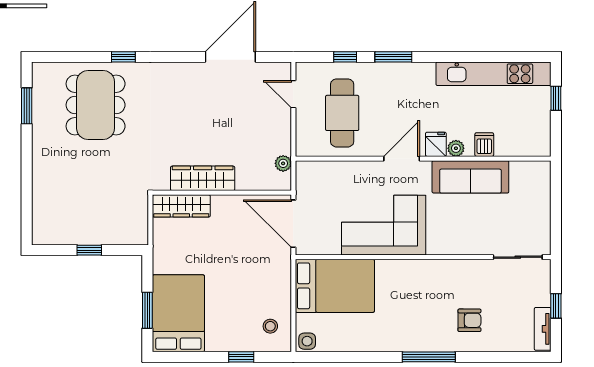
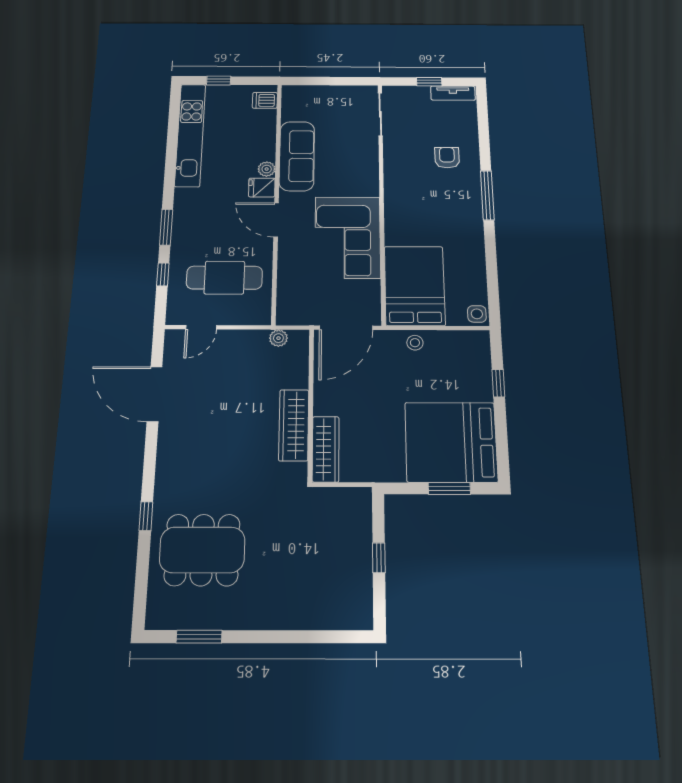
dishwasher: (484, 145) -> (265, 100), moved
bed: (178, 313) -> (451, 442), width x1.36
stool: (270, 326) -> (415, 343), moved

